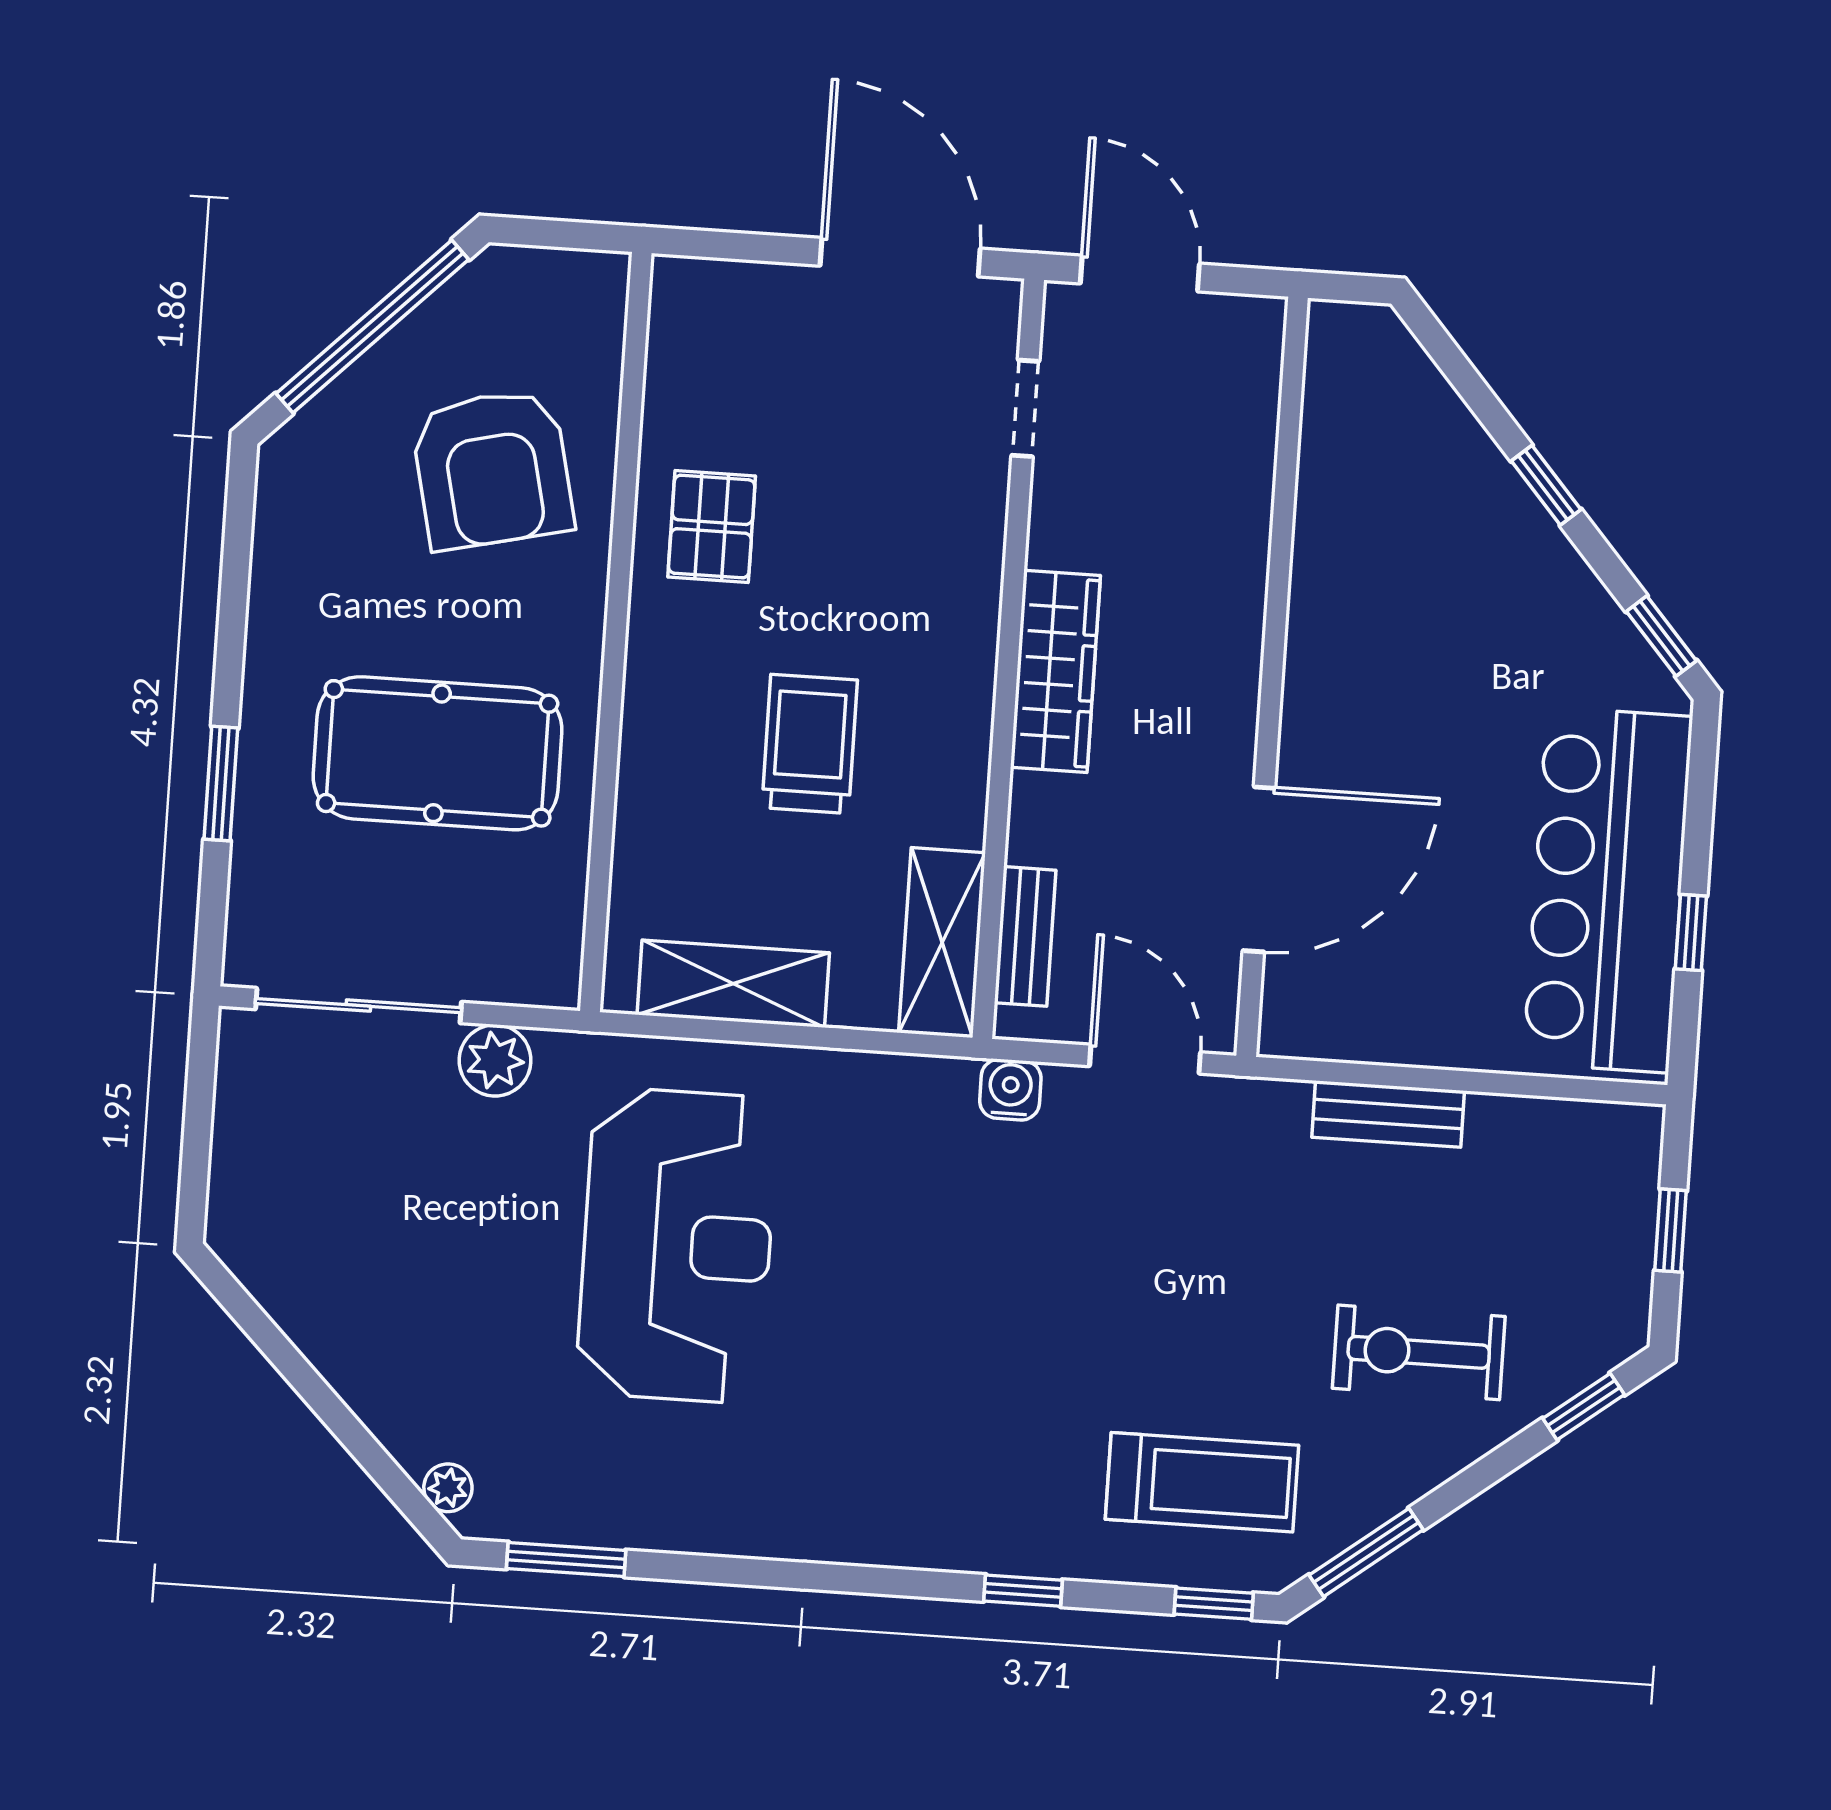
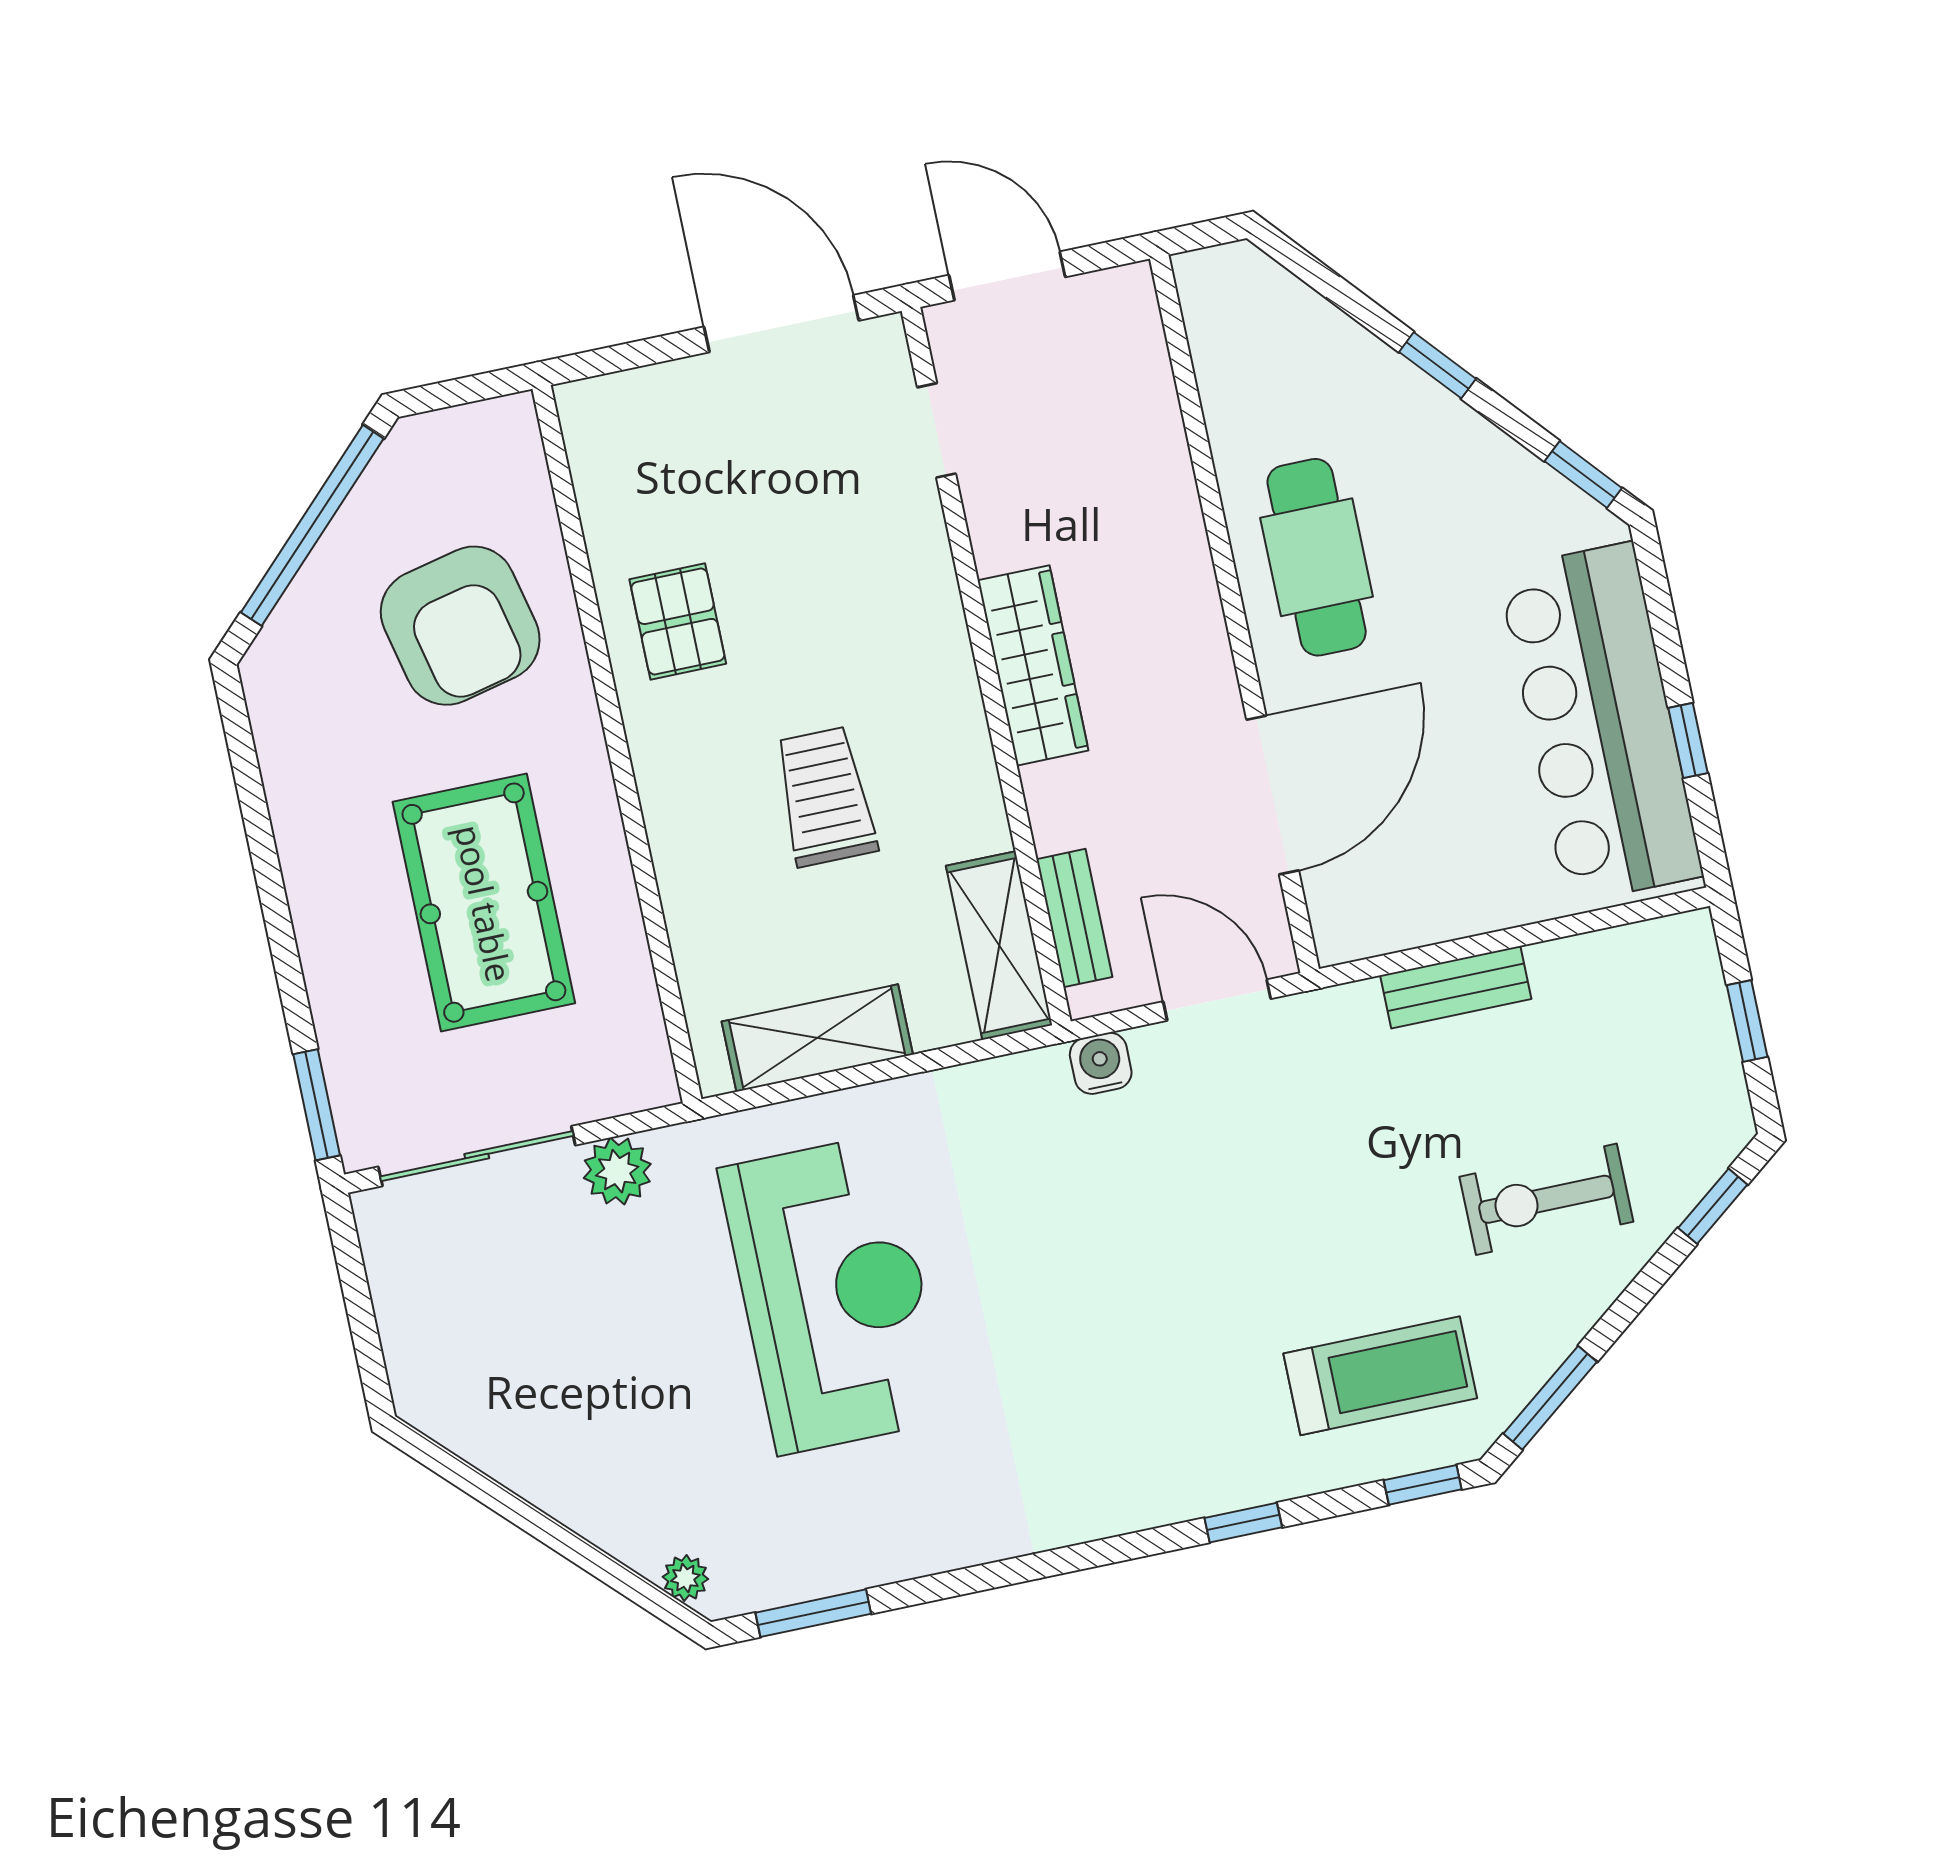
cafe table: (1370, 643) -> (1317, 557), added
pool table: (438, 753) -> (484, 903), turned 90
window: (221, 784) -> (317, 1105), moved

